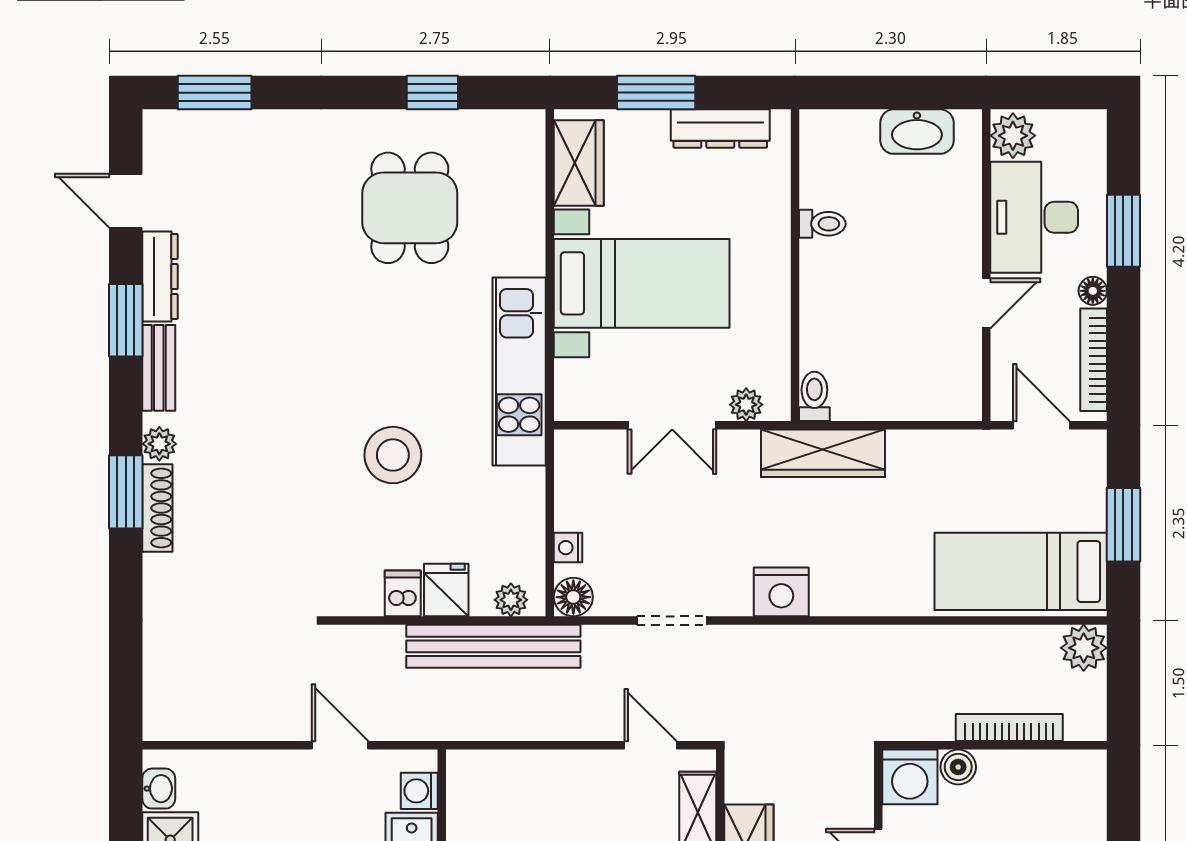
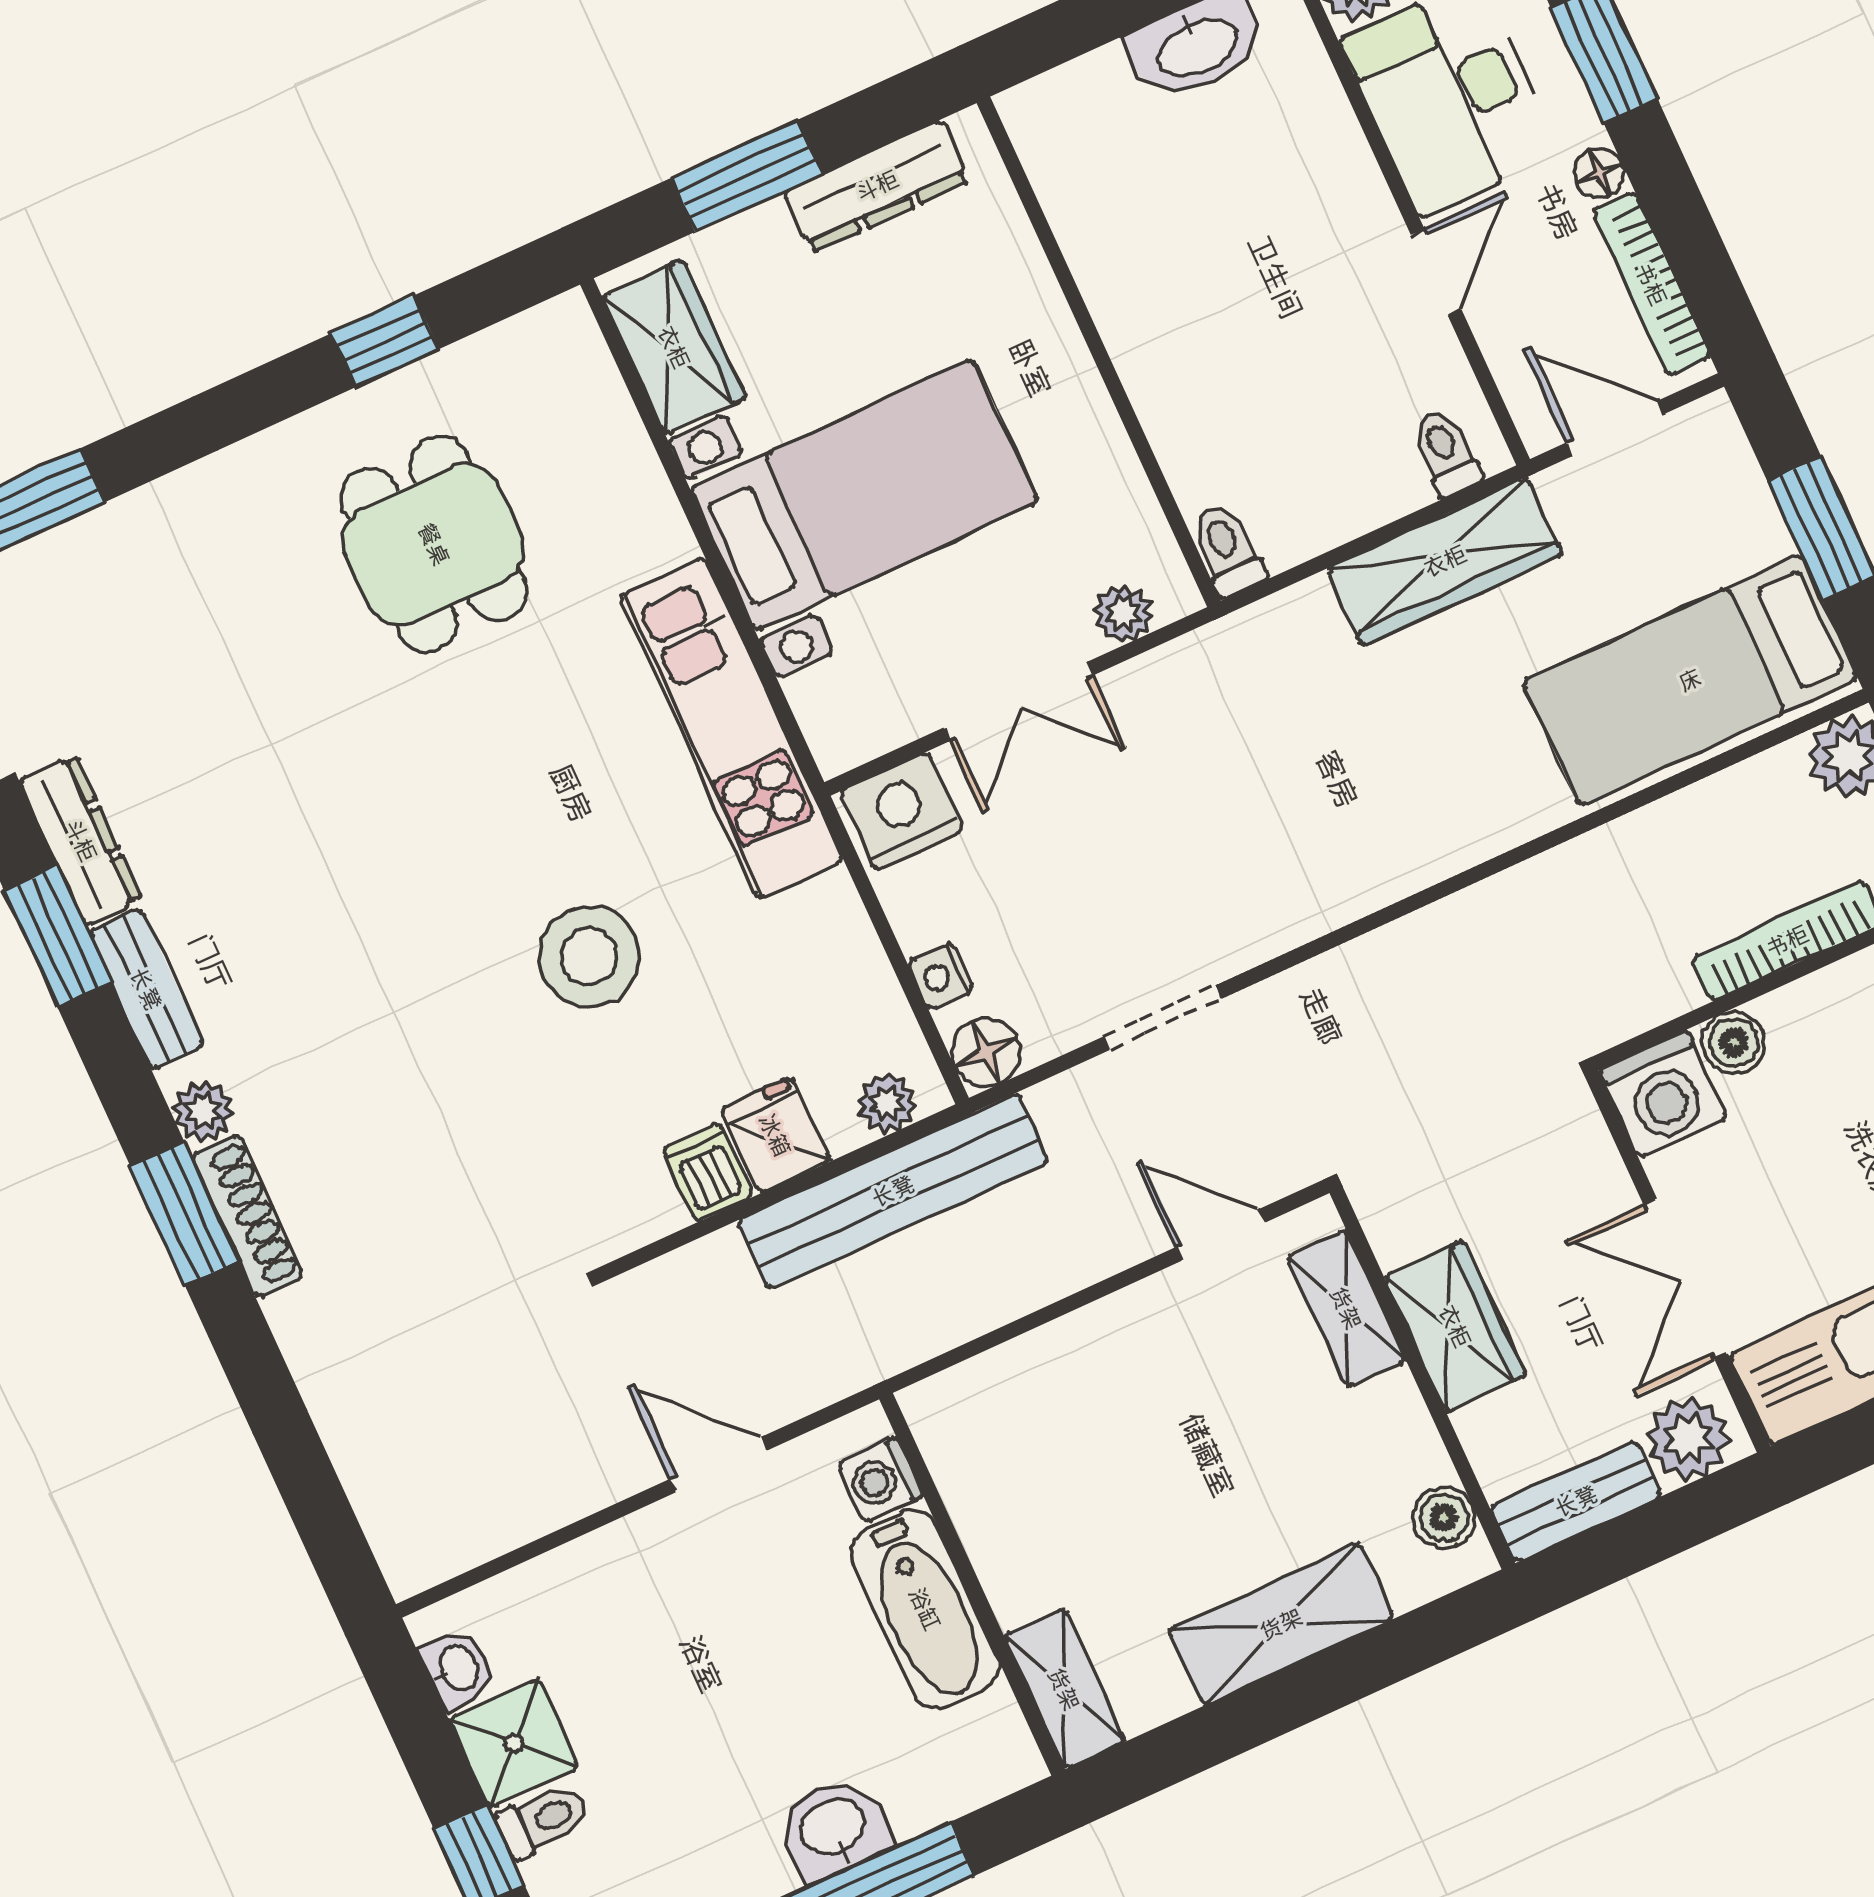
toilet: (822, 224) -> (1446, 452), moved, turned -90
wardrobe: (823, 453) -> (1445, 561), moved
nightstand: (781, 592) -> (901, 811), moved, turned 180

